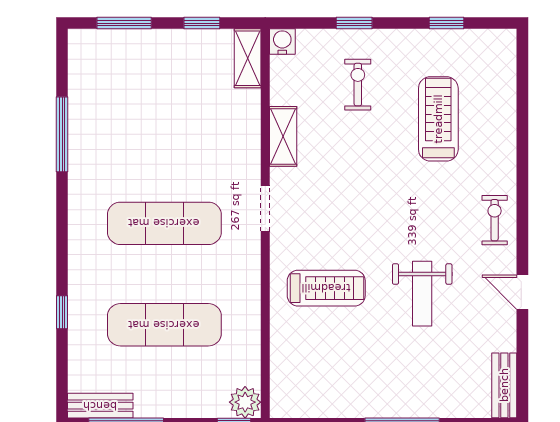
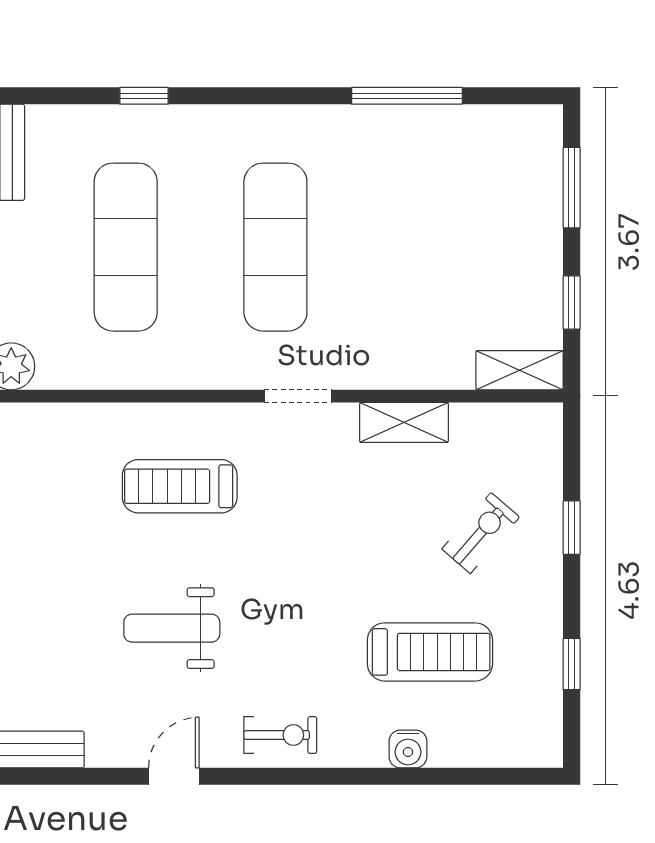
water cooler: (282, 41) -> (408, 749), moved, turned 90
exercise bike: (358, 85) -> (481, 533), turned -49
treadmill: (326, 288) -> (180, 486), turned 90

